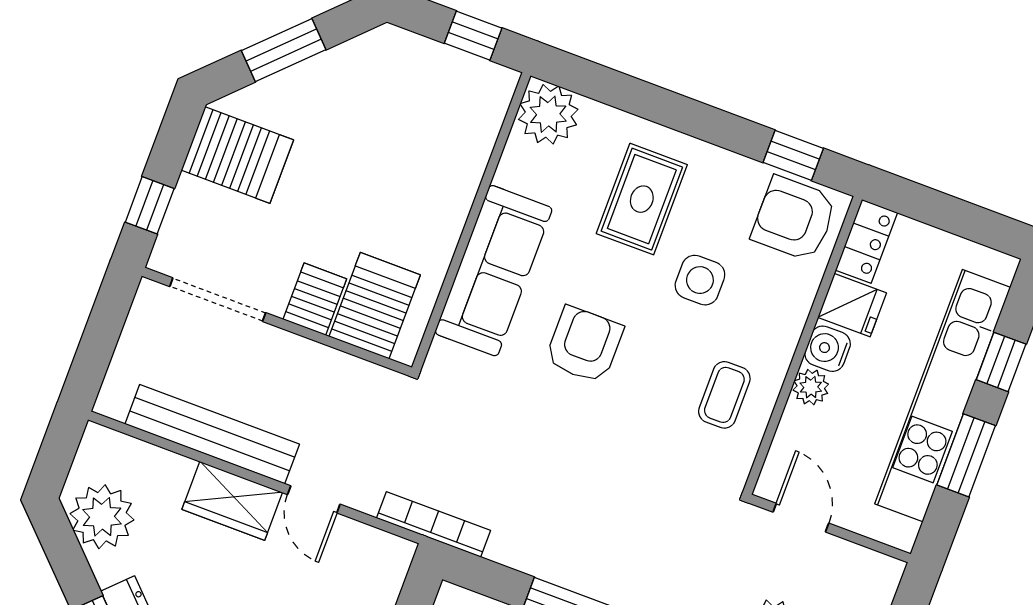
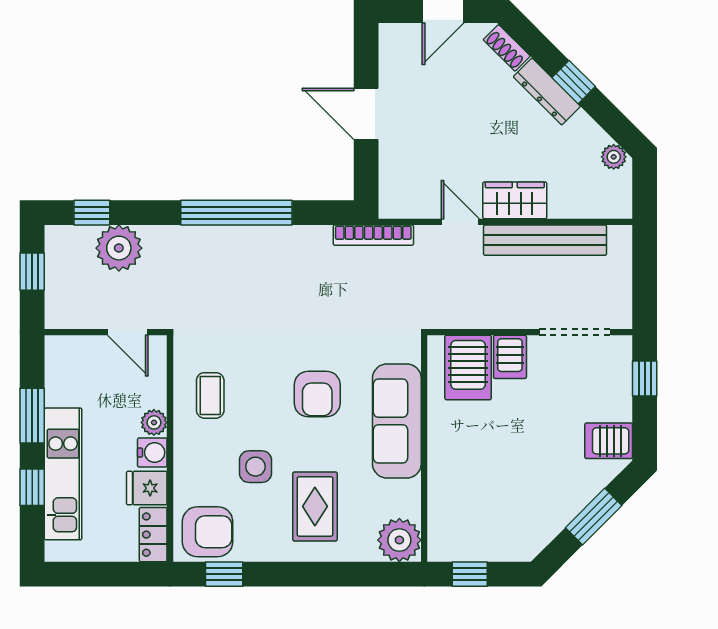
server rack: (237, 155) -> (609, 441), width x0.73, depth x0.70
kitchen unit: (943, 396) -> (63, 474), width x0.73
plant: (102, 517) -> (614, 157), width x0.53, depth x0.53

